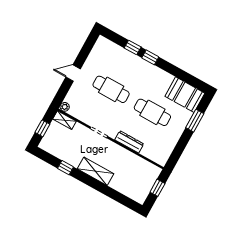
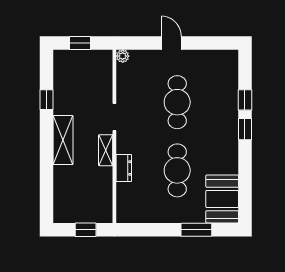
shelving: (64, 120) -> (106, 150), moved
dresser: (129, 142) -> (124, 168), width x0.70

